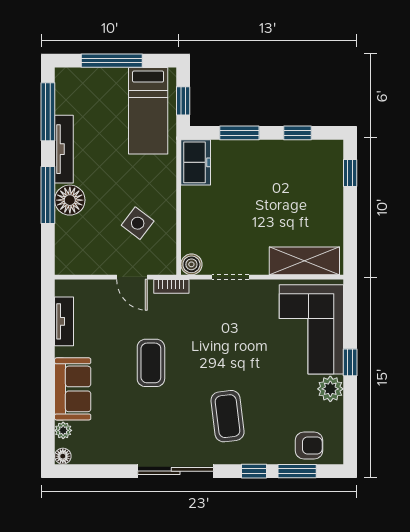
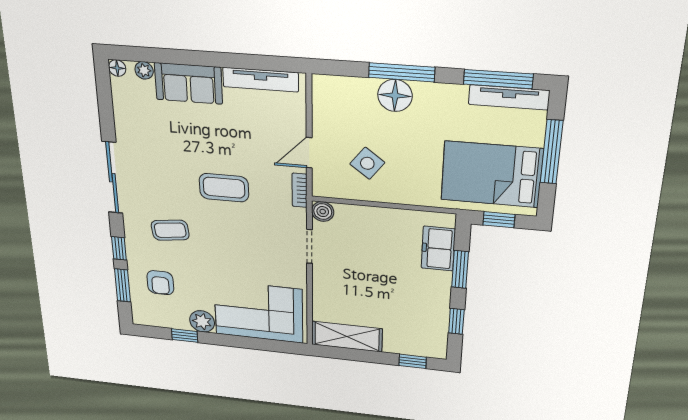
bed: (148, 111) -> (492, 174), width x1.50
tv unit: (64, 149) -> (509, 97), moved
freezer: (196, 162) -> (438, 249), moved, turned 90
shelving: (304, 261) -> (347, 337), moved, turned 90
tv unit: (64, 321) -> (261, 80), width x1.41
window: (350, 362) -> (185, 335), moved
coffee table: (151, 363) -> (224, 188), moved
coffee table: (228, 416) -> (170, 230), width x0.73, depth x0.77
armchair: (309, 446) -> (160, 283), moved

